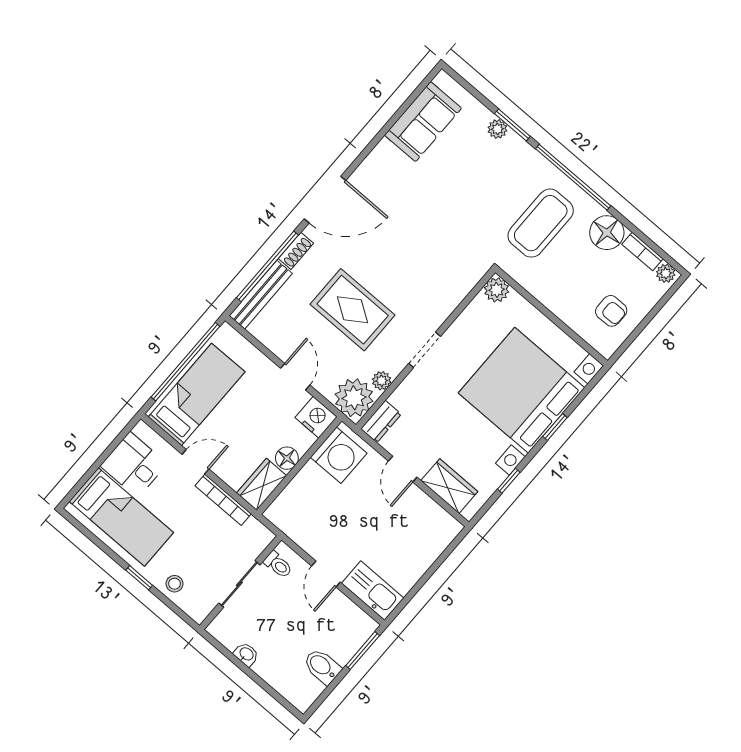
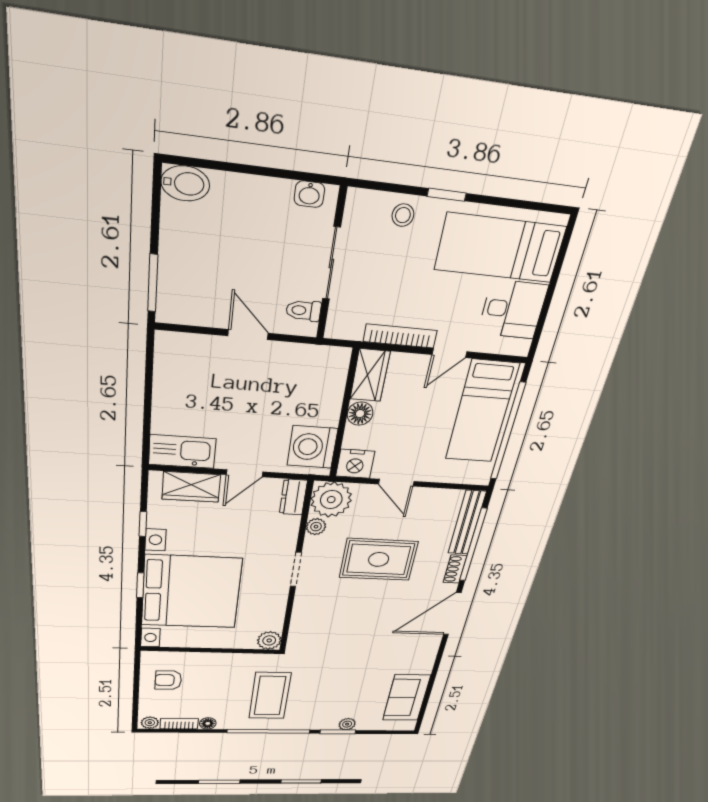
floor lamp: (607, 233) -> (208, 723), width x0.53, depth x0.53
door: (403, 469) -> (245, 473), swing flipped
kitchen sink: (373, 591) -> (182, 452), moved, turned 180
washbasin: (246, 654) -> (309, 194), moved
bidet: (322, 666) -> (185, 183), moved

